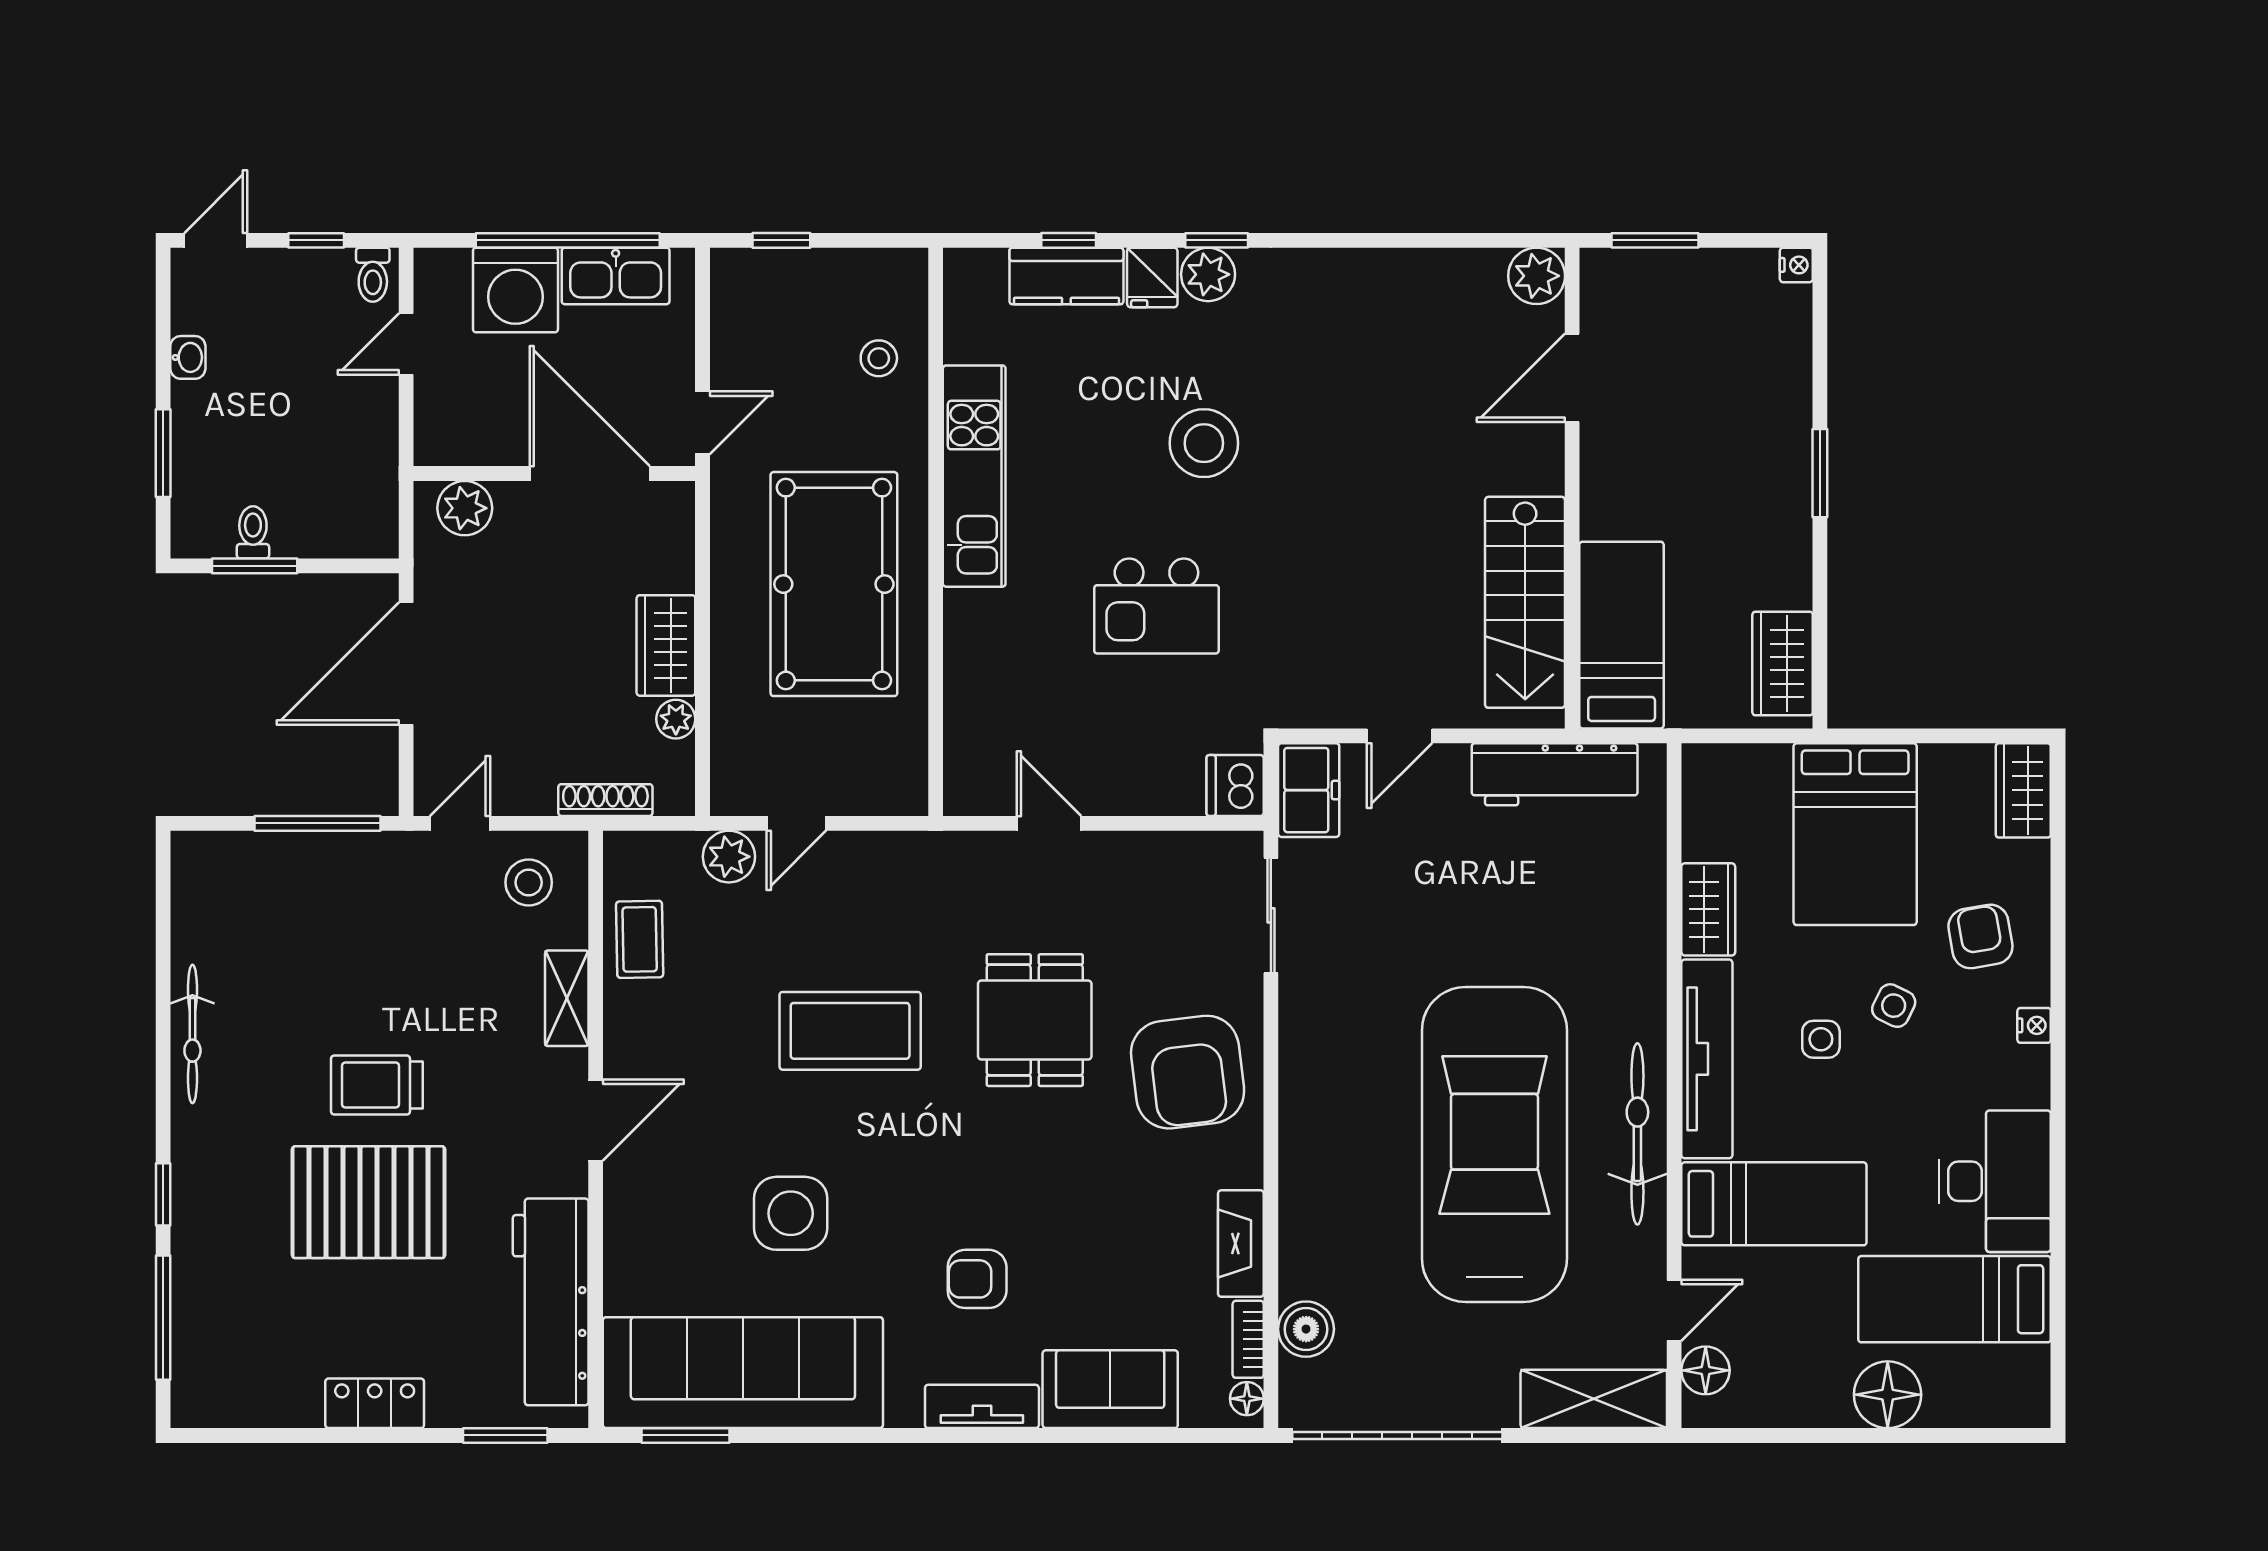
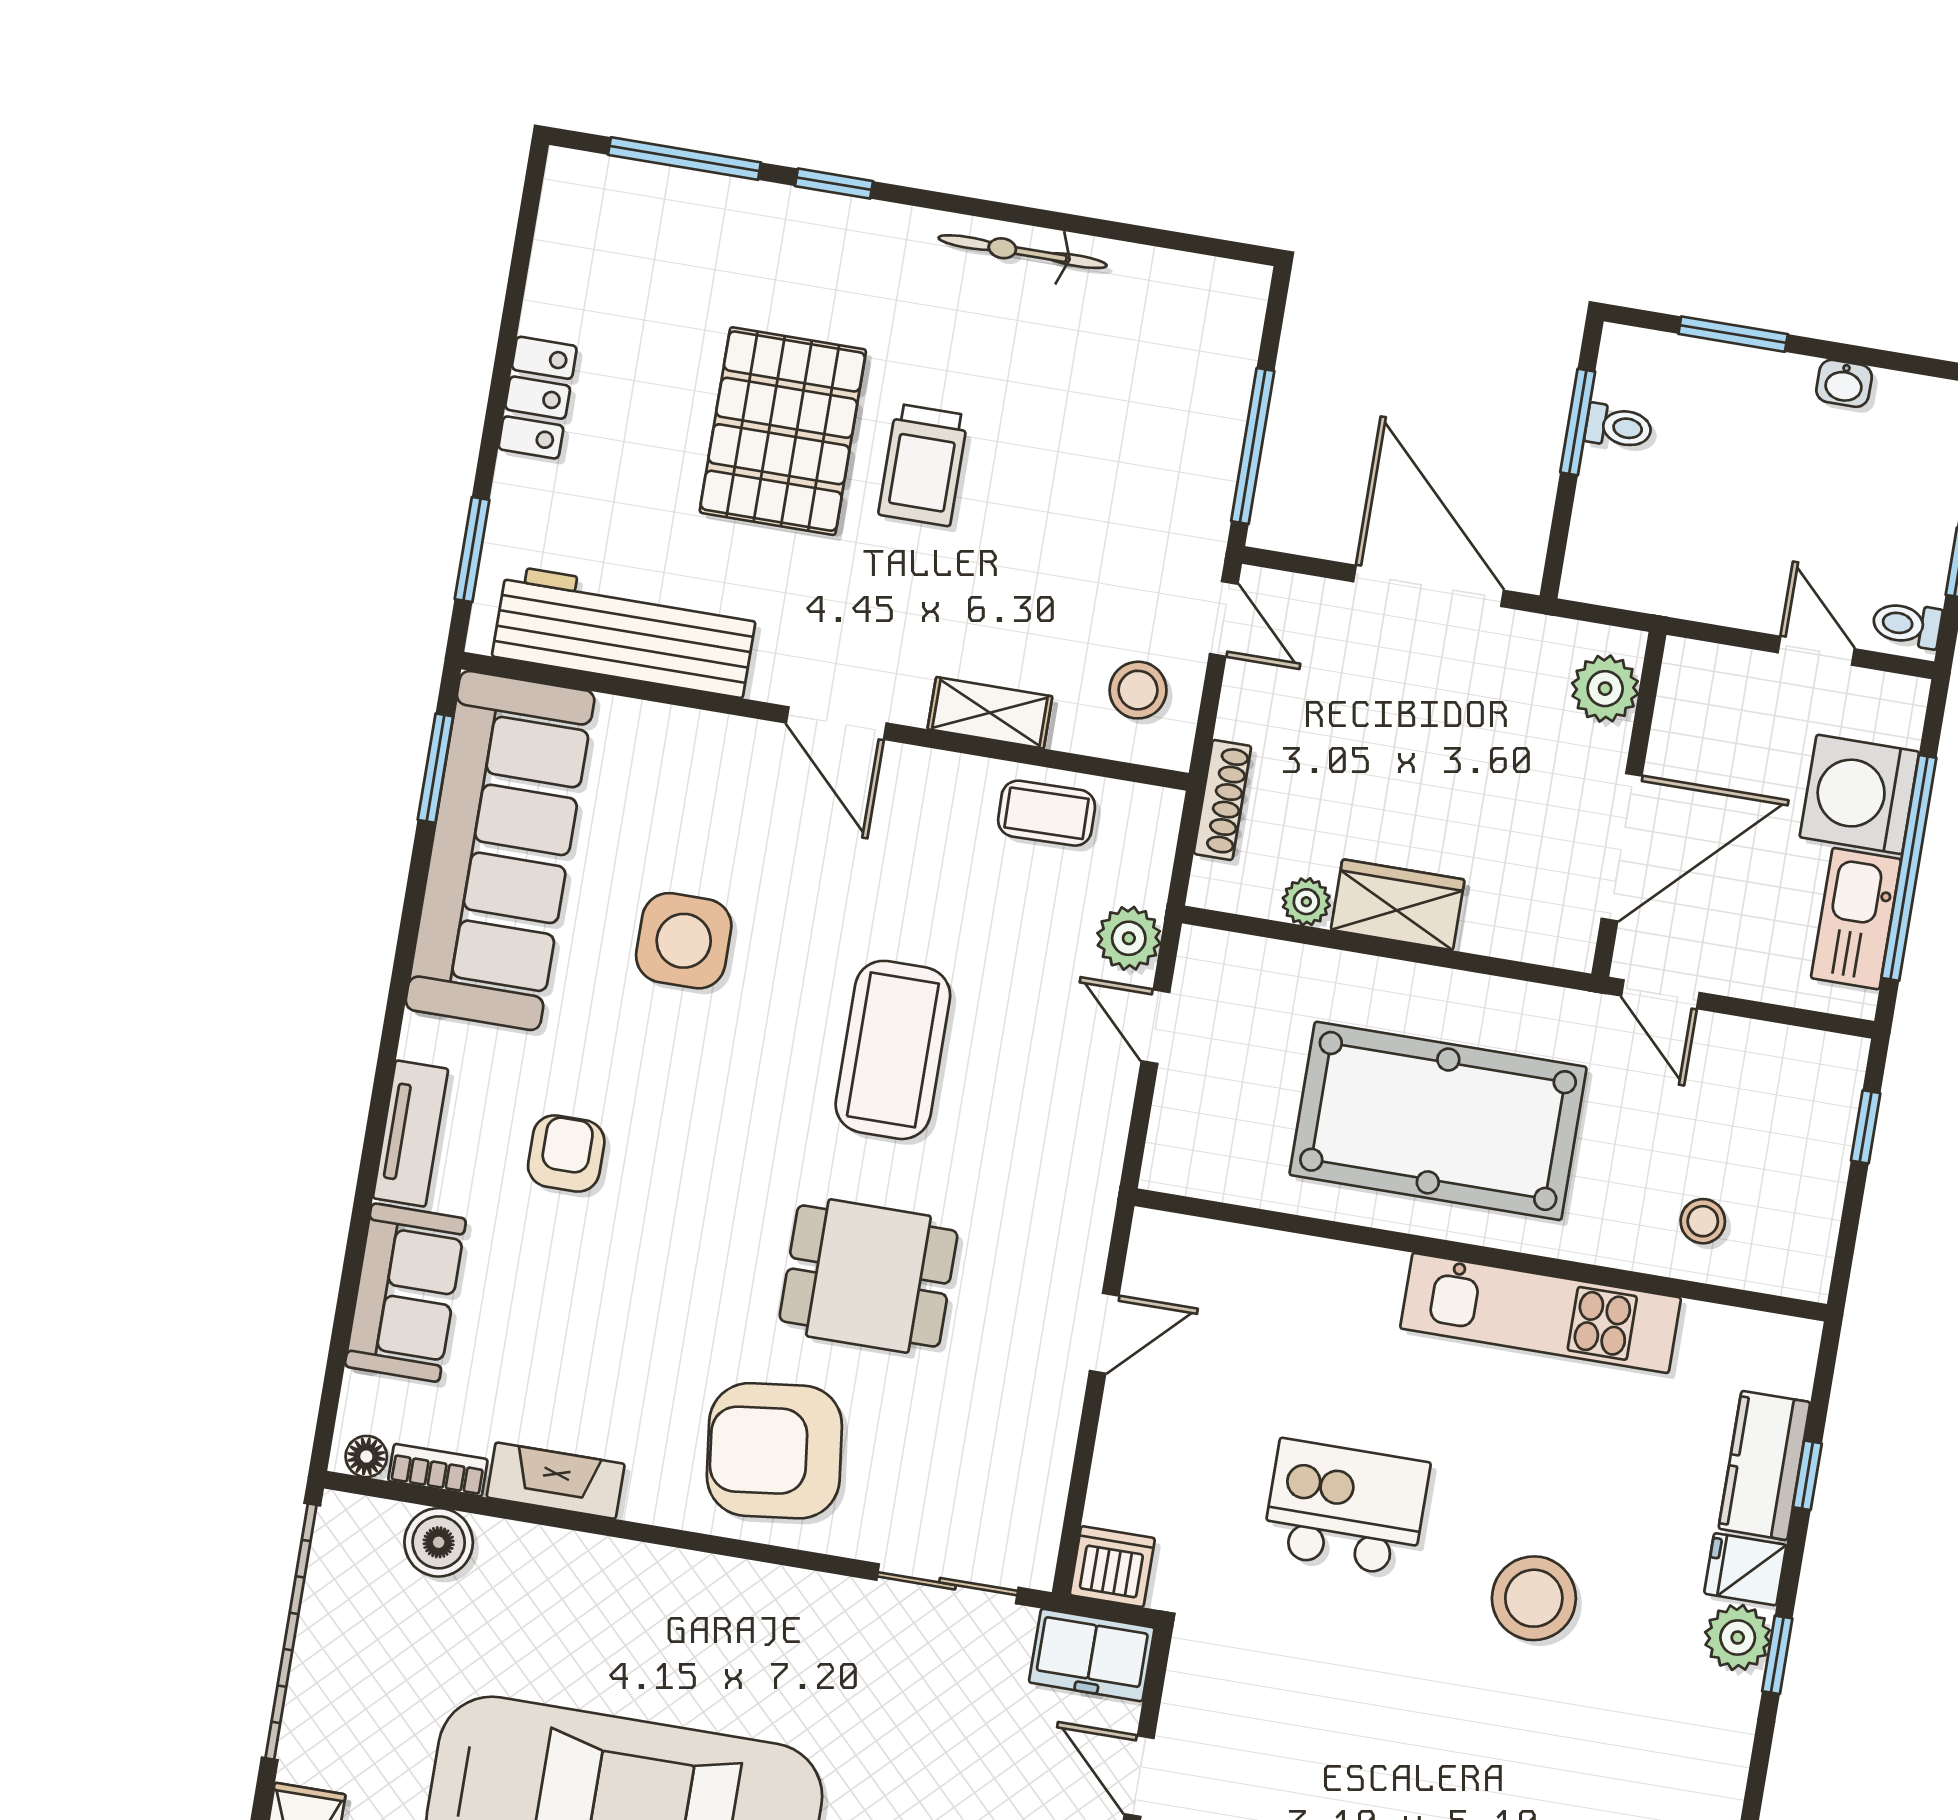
kitchen island: (1156, 606) -> (1346, 1508), turned 90
trolley: (377, 1085) -> (923, 465), turned 180

